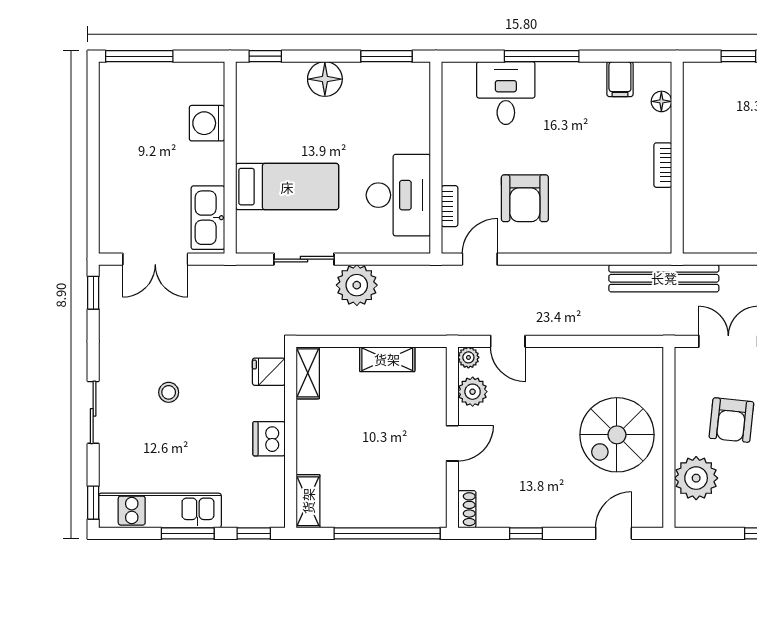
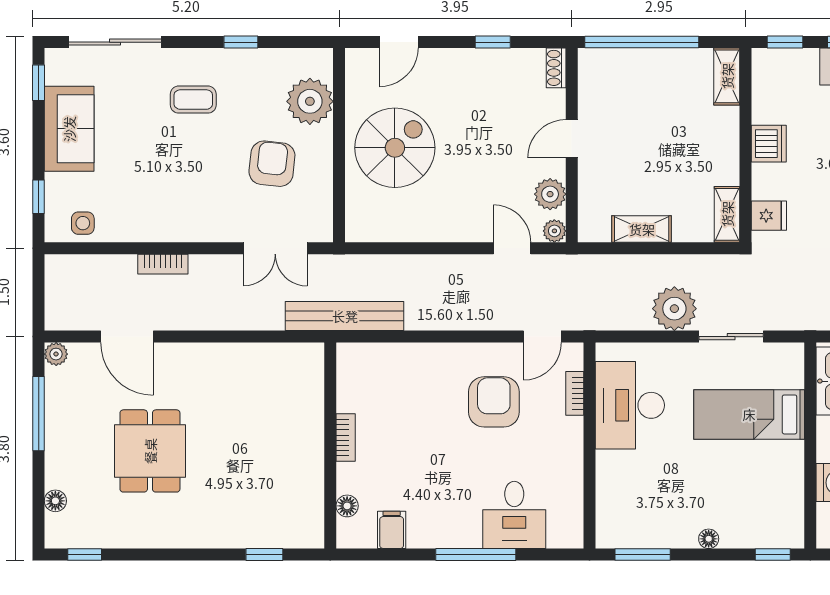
floor lamp: (325, 79) -> (709, 539), width x0.53, depth x0.53

